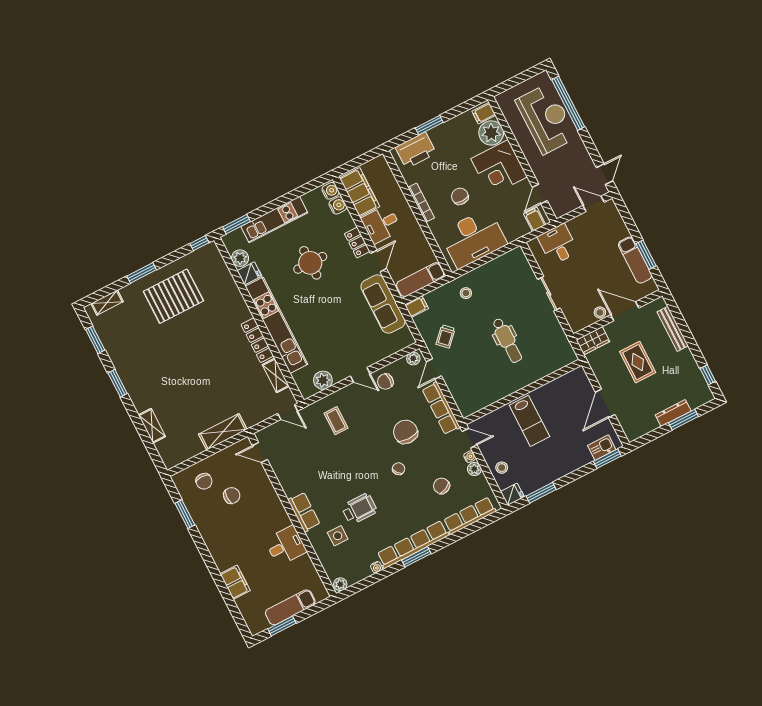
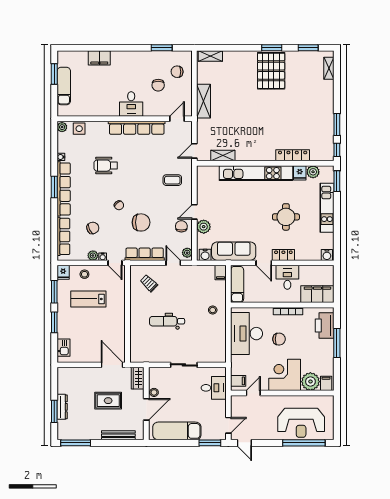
window: (429, 125) -> (337, 343), width x1.44
filing cabinet: (360, 192) -> (317, 294), moved, turned 180
door: (540, 194) -> (253, 393), hinge flipped
water cooler: (338, 205) -> (205, 255), moved
window: (646, 255) -> (210, 443), moved
exam couch: (635, 260) -> (177, 431), width x1.36, depth x1.45
window: (142, 273) -> (337, 125), moved
pallet: (173, 296) -> (271, 71), moved
trolley: (446, 336) -> (149, 283), moved
locker: (257, 340) -> (293, 155), moved
window: (708, 375) -> (76, 443), width x2.17
plant: (323, 380) -> (204, 227), moved
door: (605, 403) -> (112, 365), moved
lab bench: (529, 421) -> (88, 299), moved
shelving: (152, 426) -> (210, 56), moved
door: (470, 438) -> (115, 263), hinge flipped
window: (607, 459) -> (54, 322), moved
wheelchair: (359, 509) -> (106, 166), turned 90
row of seats: (304, 512) -> (137, 128), width x2.02
side table: (338, 536) -> (79, 129), moved
desk: (286, 546) -> (131, 104), moved

